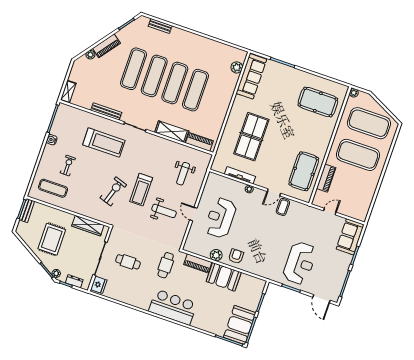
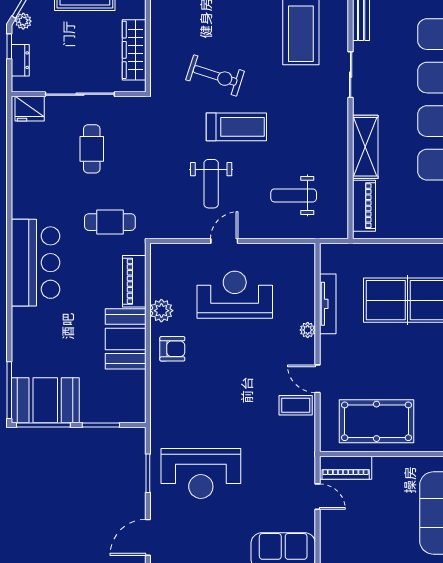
piano: (326, 178) -> (346, 468), moved
treadmill: (141, 190) -> (236, 127), turned 180

